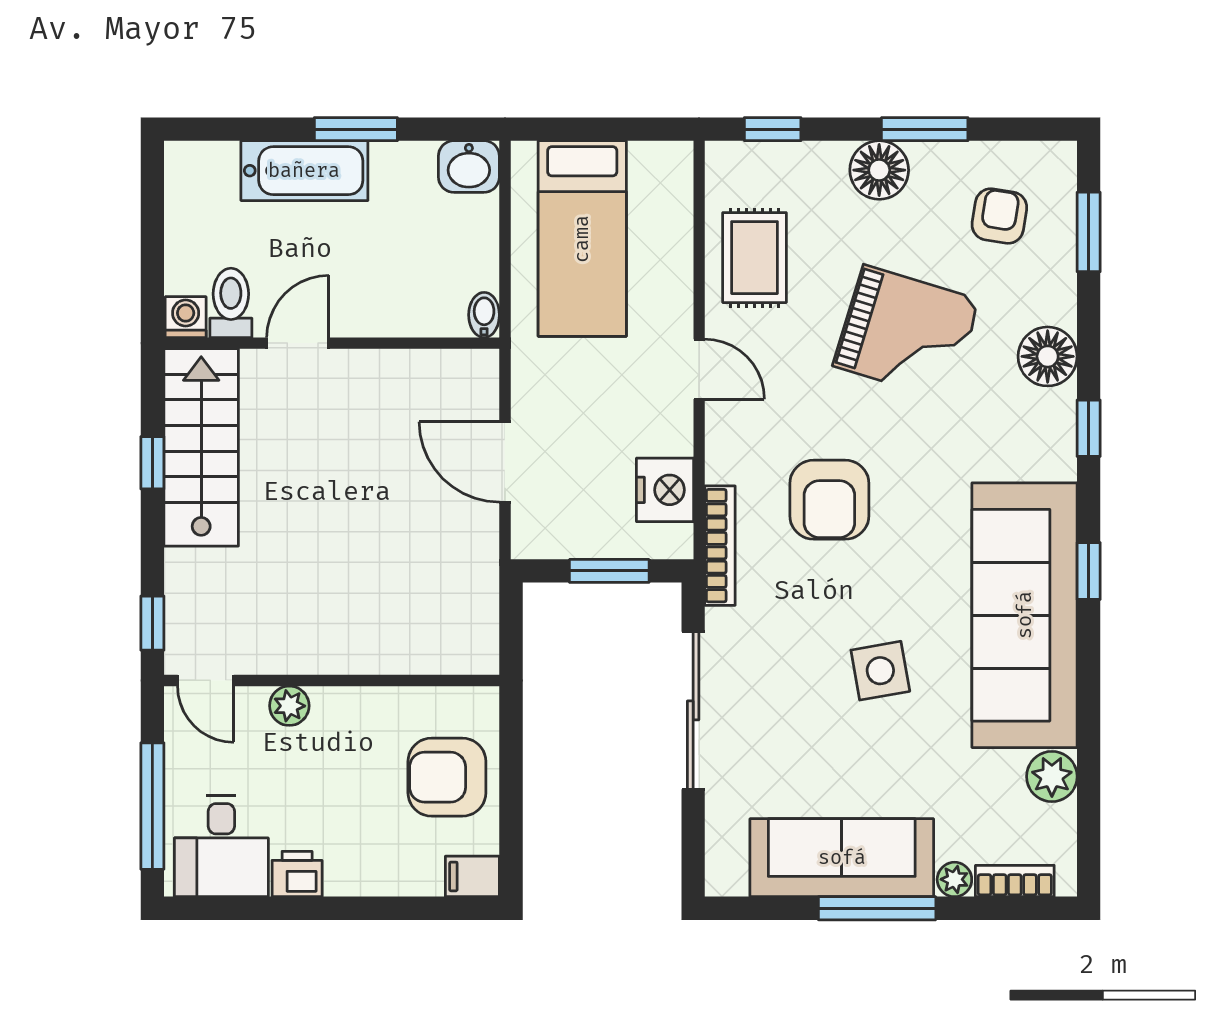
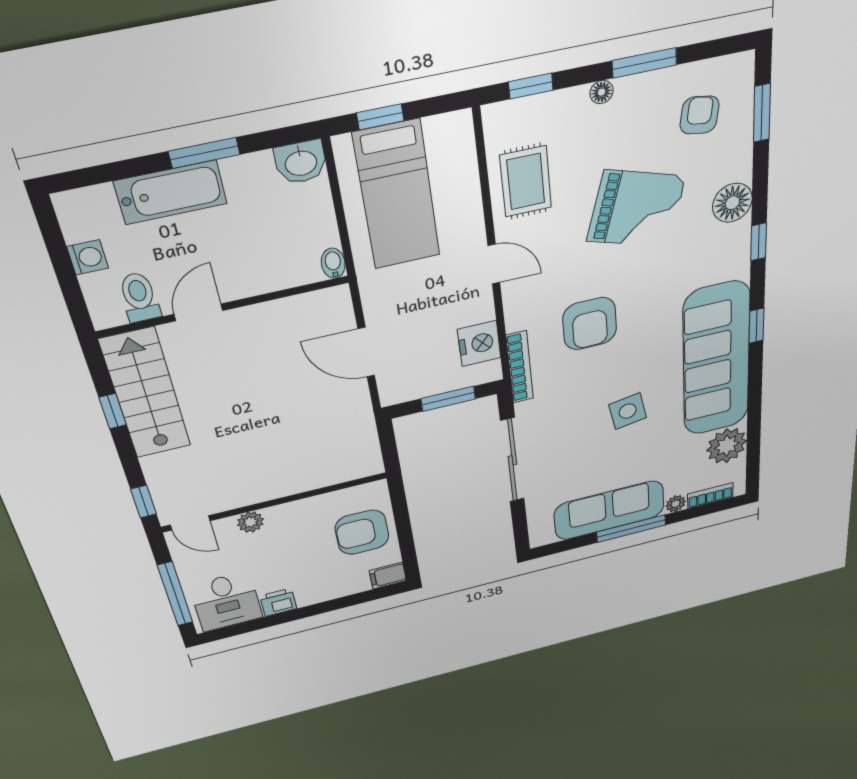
window: (577, 129) -> (380, 117), added
floor lamp: (879, 170) -> (602, 92), width x0.53, depth x0.53
washing machine: (186, 317) -> (88, 257), moved, turned 90
plant: (1052, 776) -> (727, 446), width x1.36, depth x1.36

